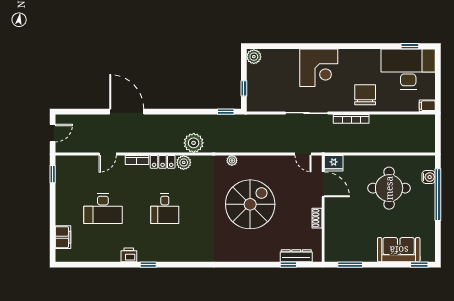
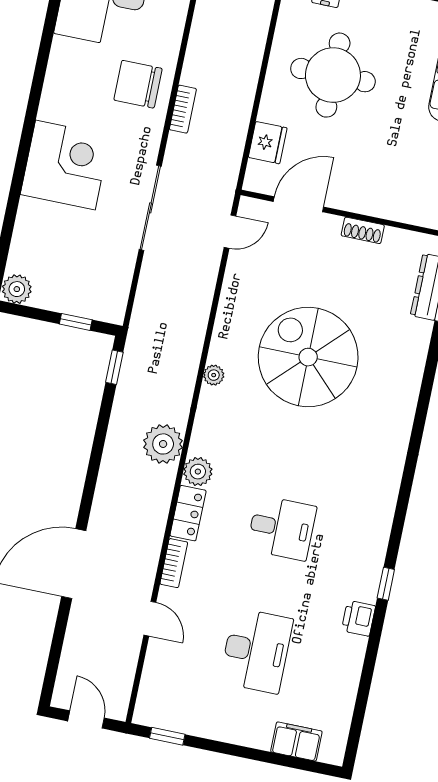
bookcase: (351, 119) -> (183, 109), width x0.64
fridge: (334, 163) -> (268, 143), moved

